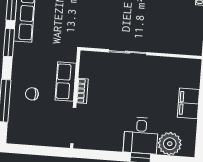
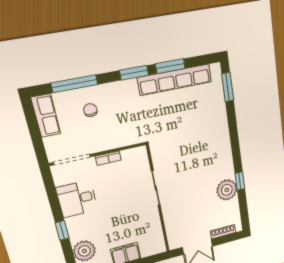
row of seats: (66, 82) -> (46, 116), moved, turned 90
desk: (141, 135) -> (77, 199), moved

